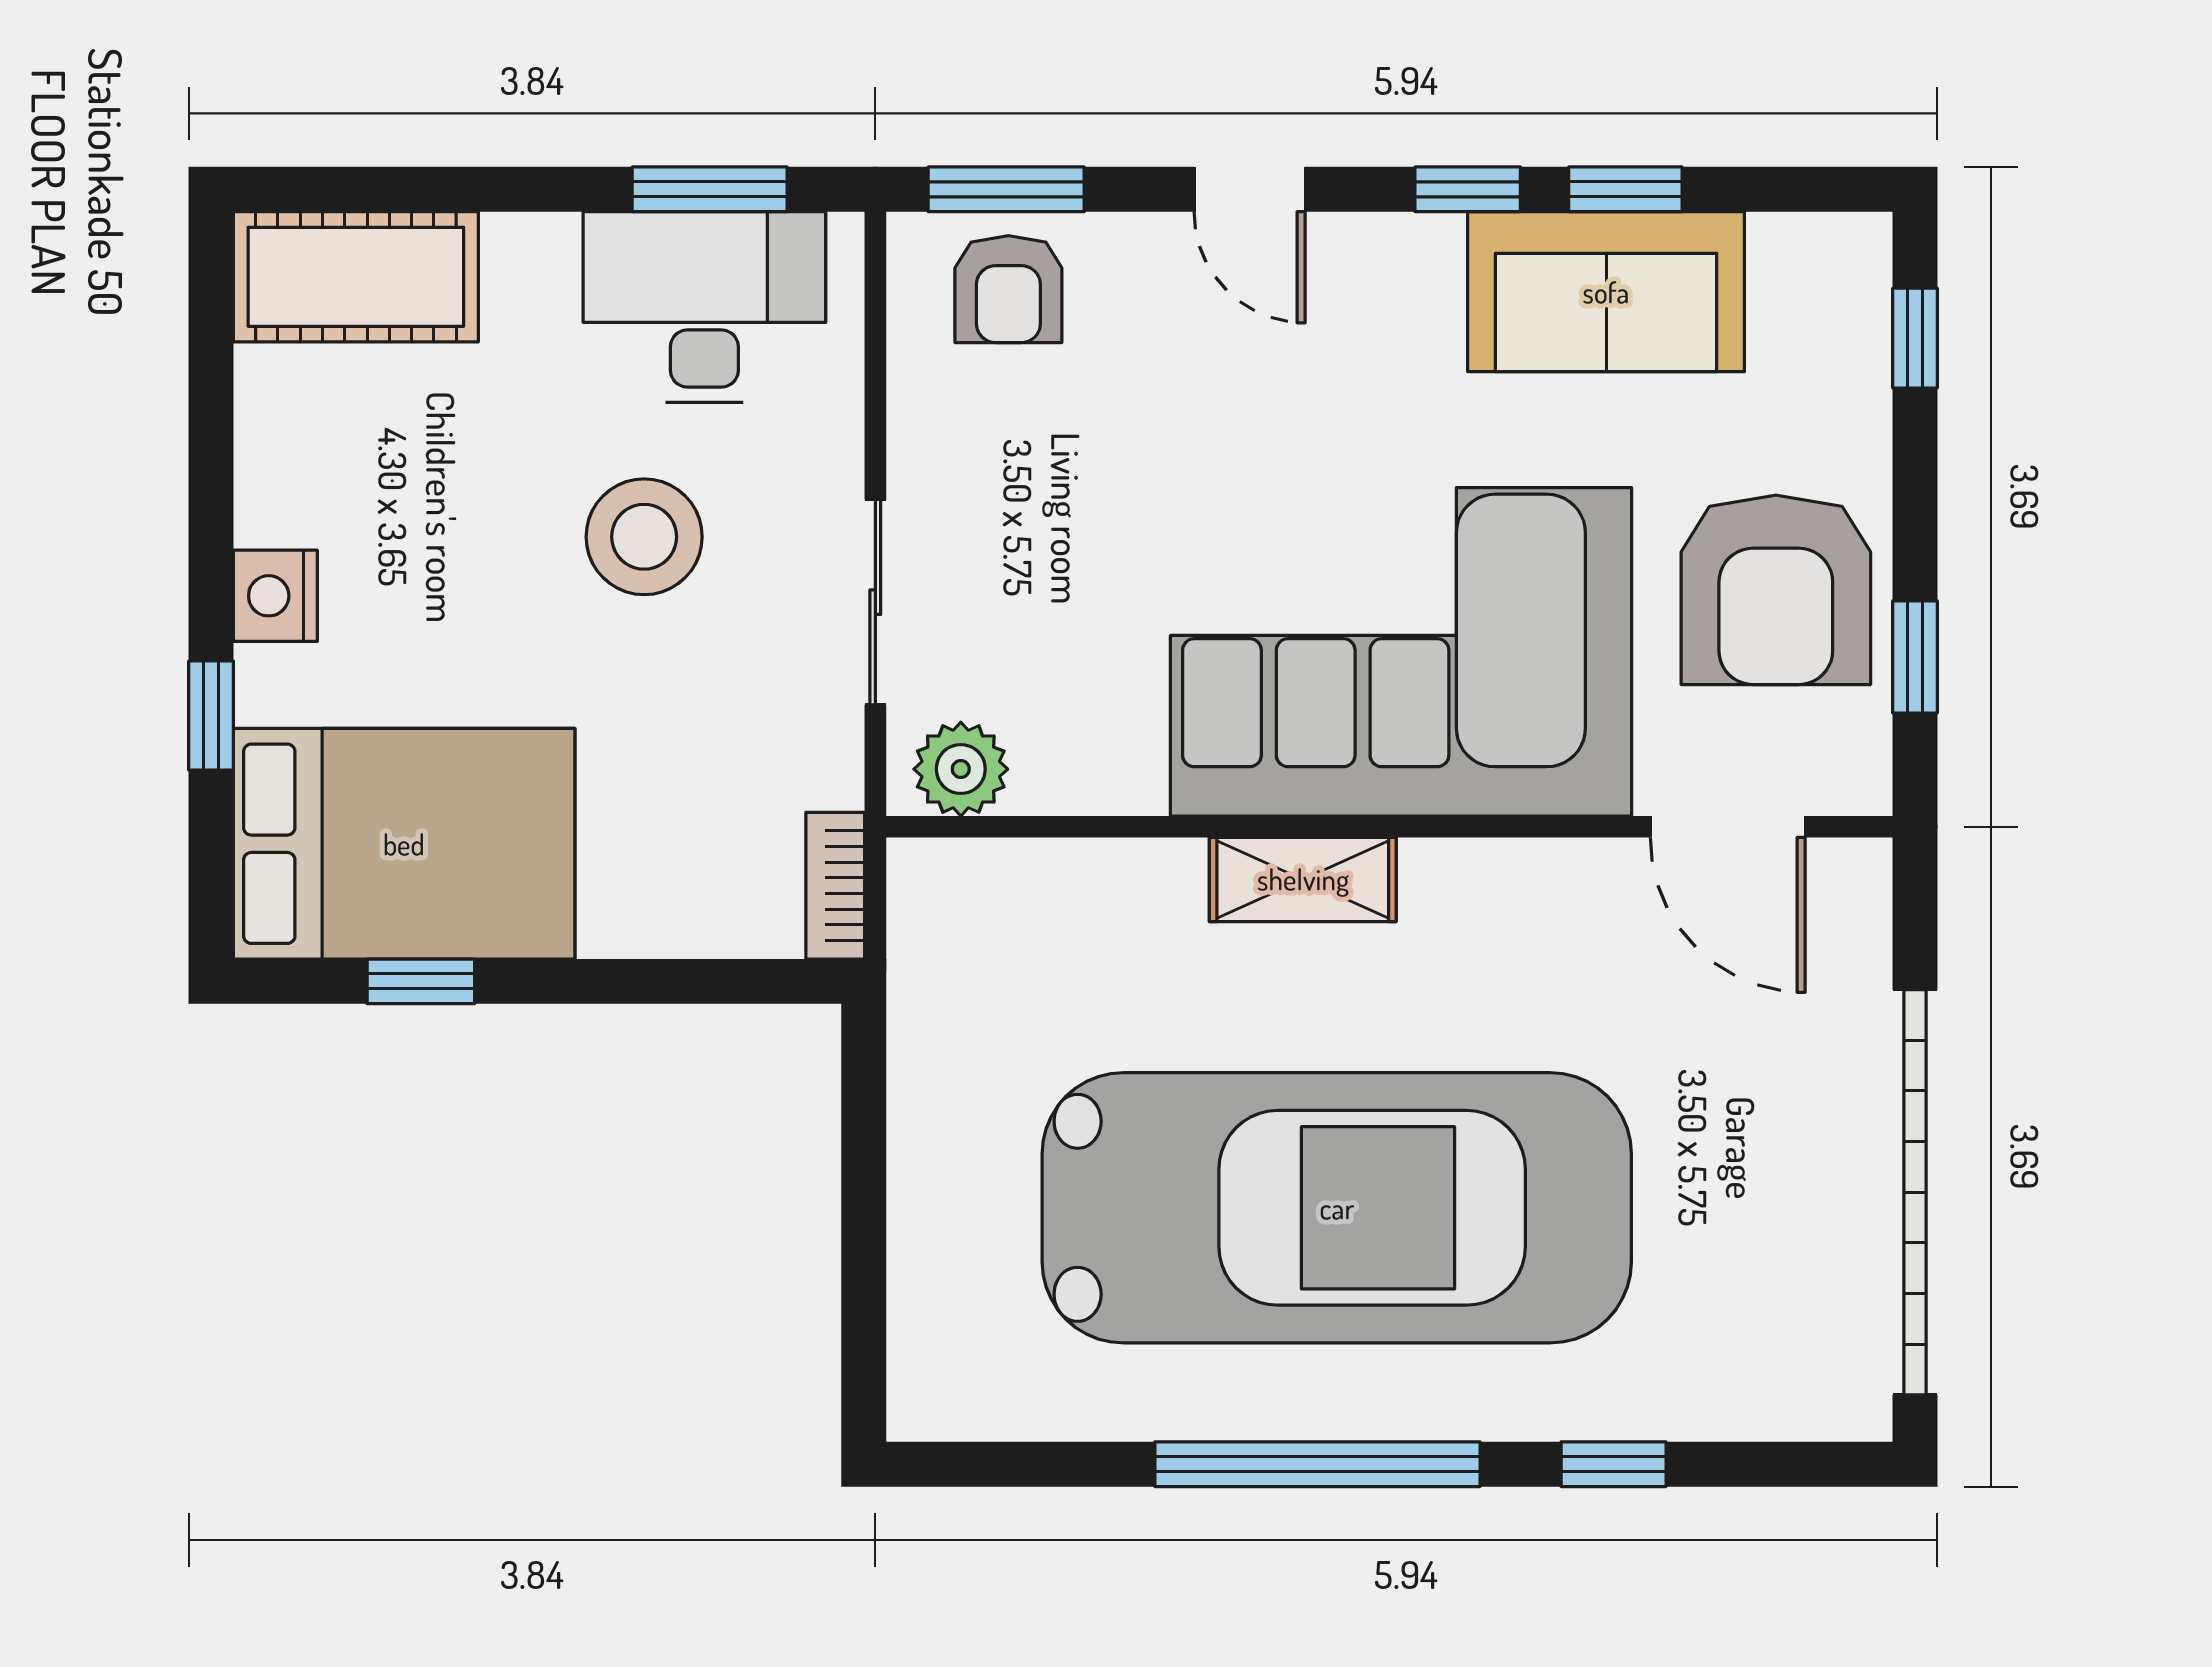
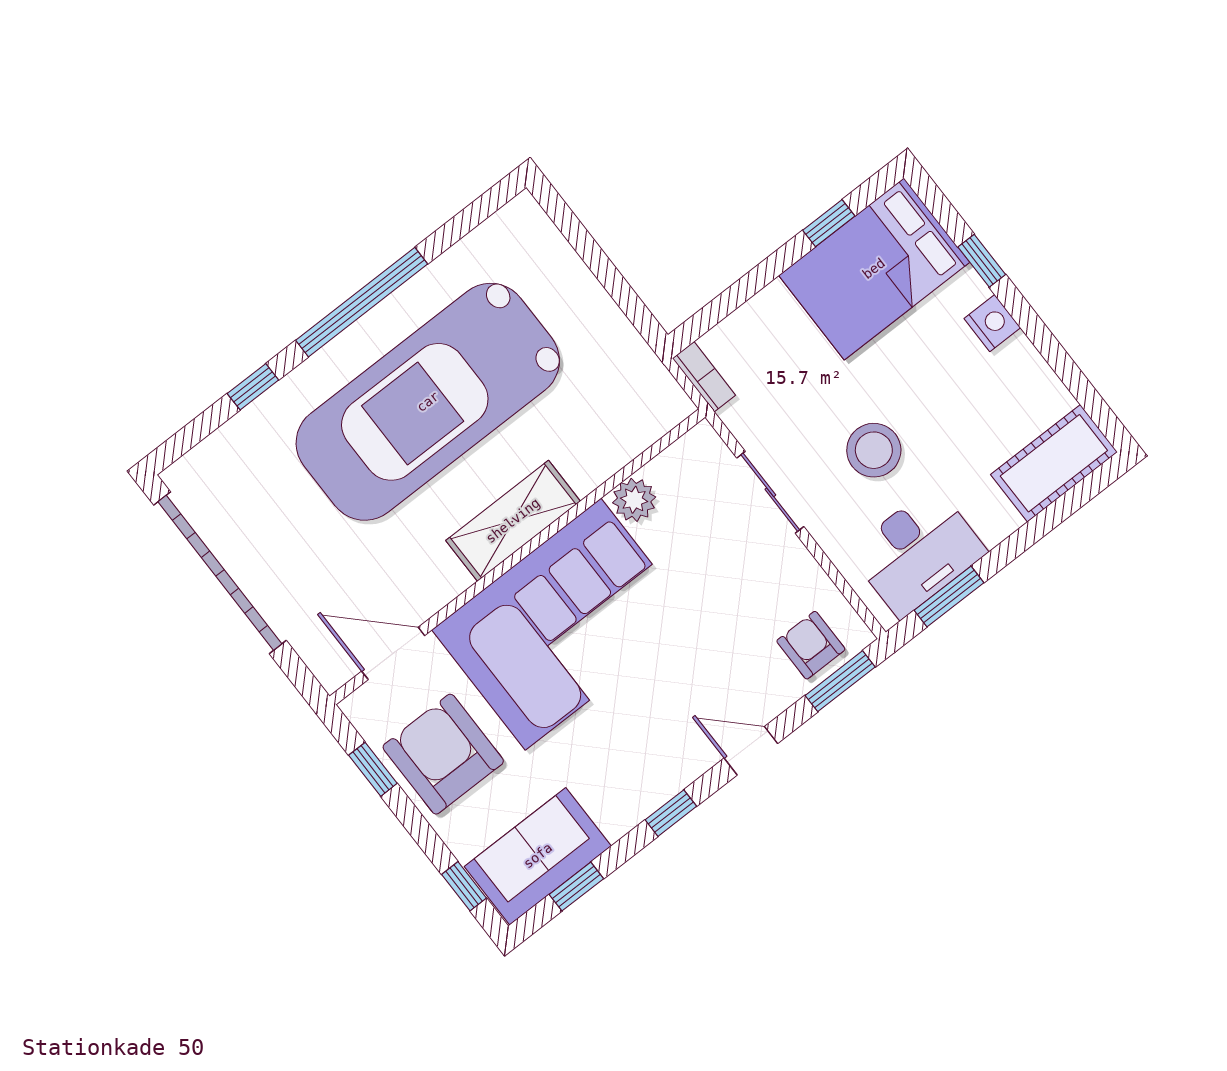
window: (1625, 189) -> (576, 887), moved
sofa: (1606, 292) -> (538, 856), moved
plant: (961, 769) -> (634, 500), moved
shelving: (1303, 879) -> (513, 521), width x1.50, depth x1.33

